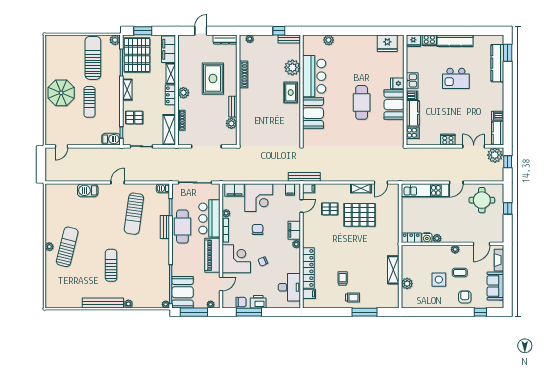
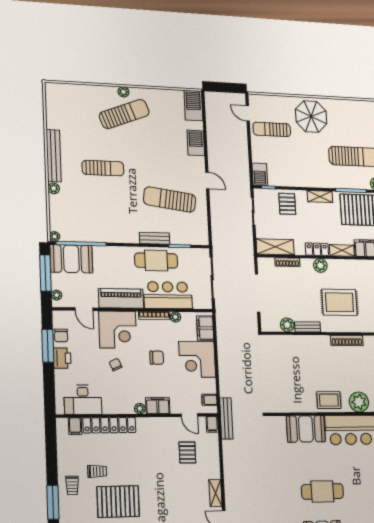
sun lounger: (89, 102) -> (272, 129), moved
barbecue: (163, 188) -> (193, 105), moved, width x1.88, depth x1.53
pallet: (360, 215) -> (118, 502), moved, turned 90
sun lounger: (67, 247) -> (124, 114), turned -35

